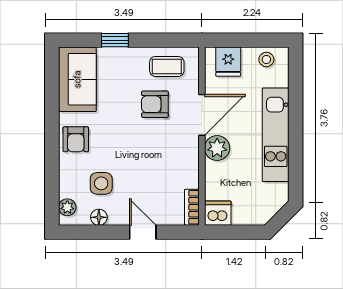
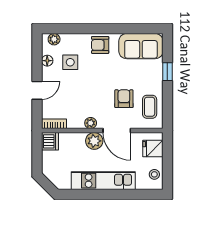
plant: (191, 153) -> (91, 123), added

